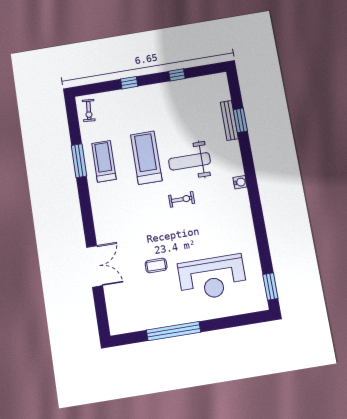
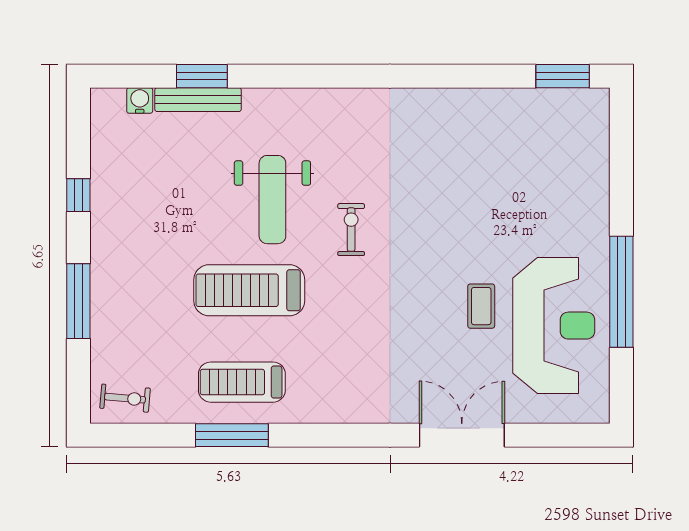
window: (129, 83) -> (78, 301), width x2.17
water cooler: (240, 182) -> (140, 100), moved
reception desk: (212, 278) -> (554, 326), moved

